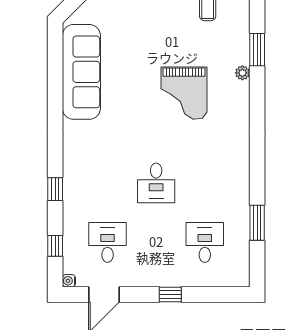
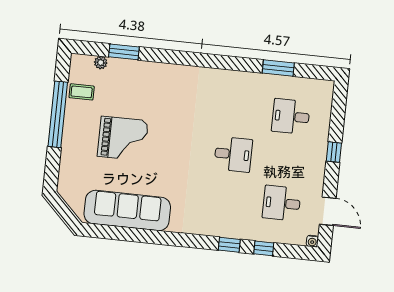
plant: (242, 73) -> (101, 63), moved
grand piano: (184, 93) -> (123, 139), moved
window: (55, 246) -> (264, 248), moved

